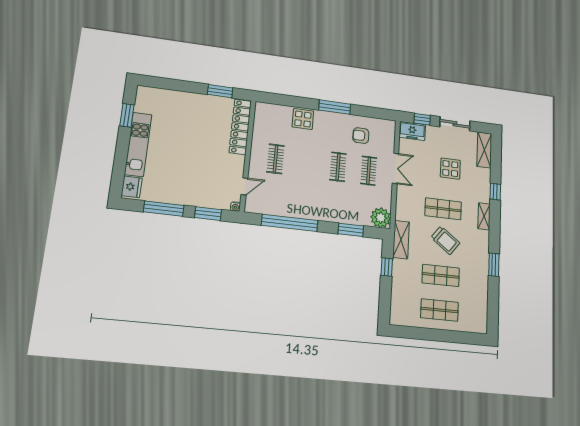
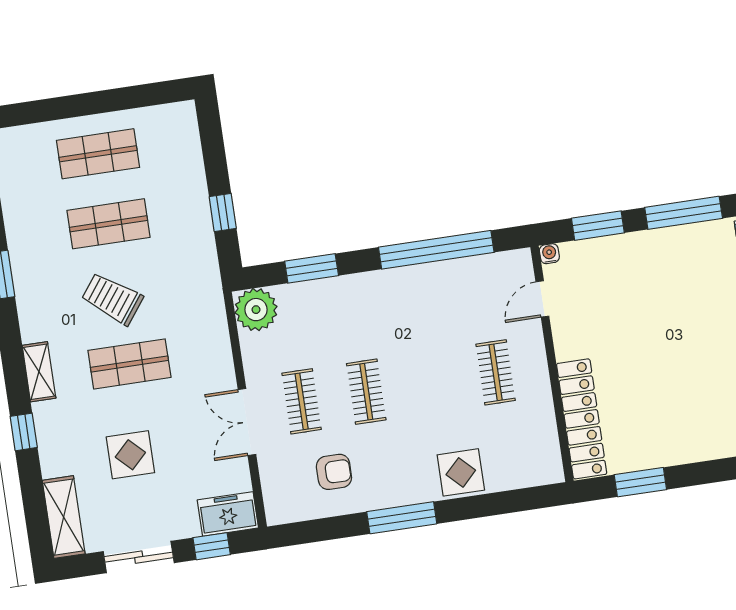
shelving: (401, 240) -> (205, 276), removed

